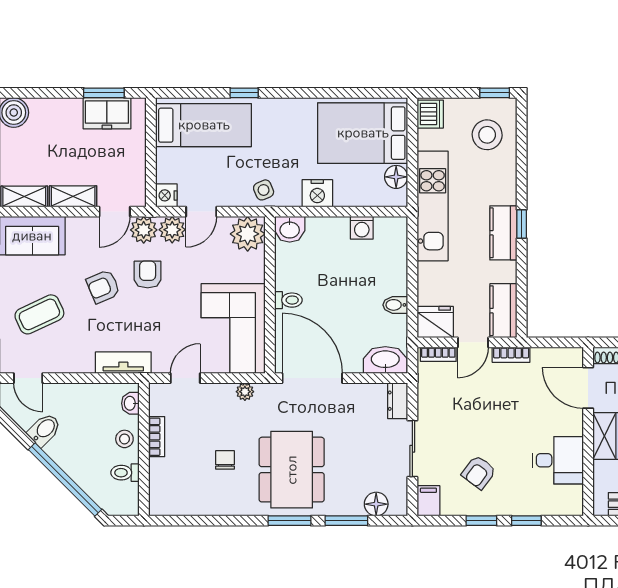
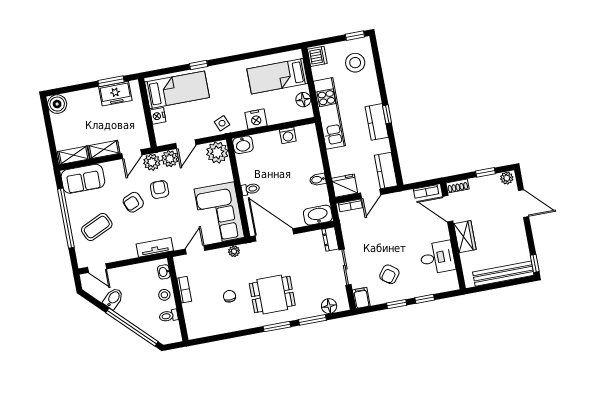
bed: (363, 133) -> (277, 76), width x0.67
nightstand: (166, 195) -> (158, 116), moved
bookcase: (511, 355) -> (426, 191), moved
dining table: (292, 470) -> (272, 294), width x0.73

